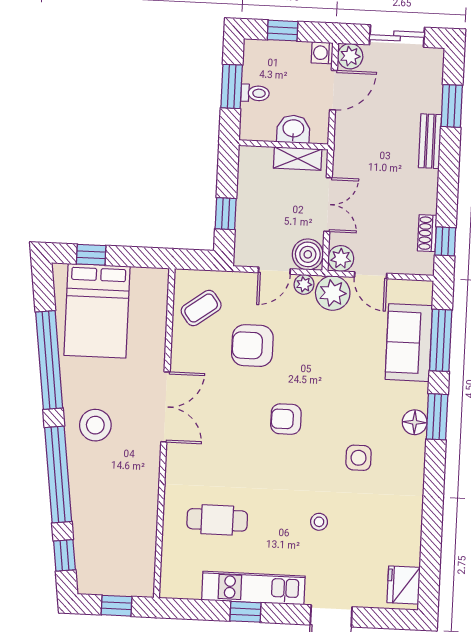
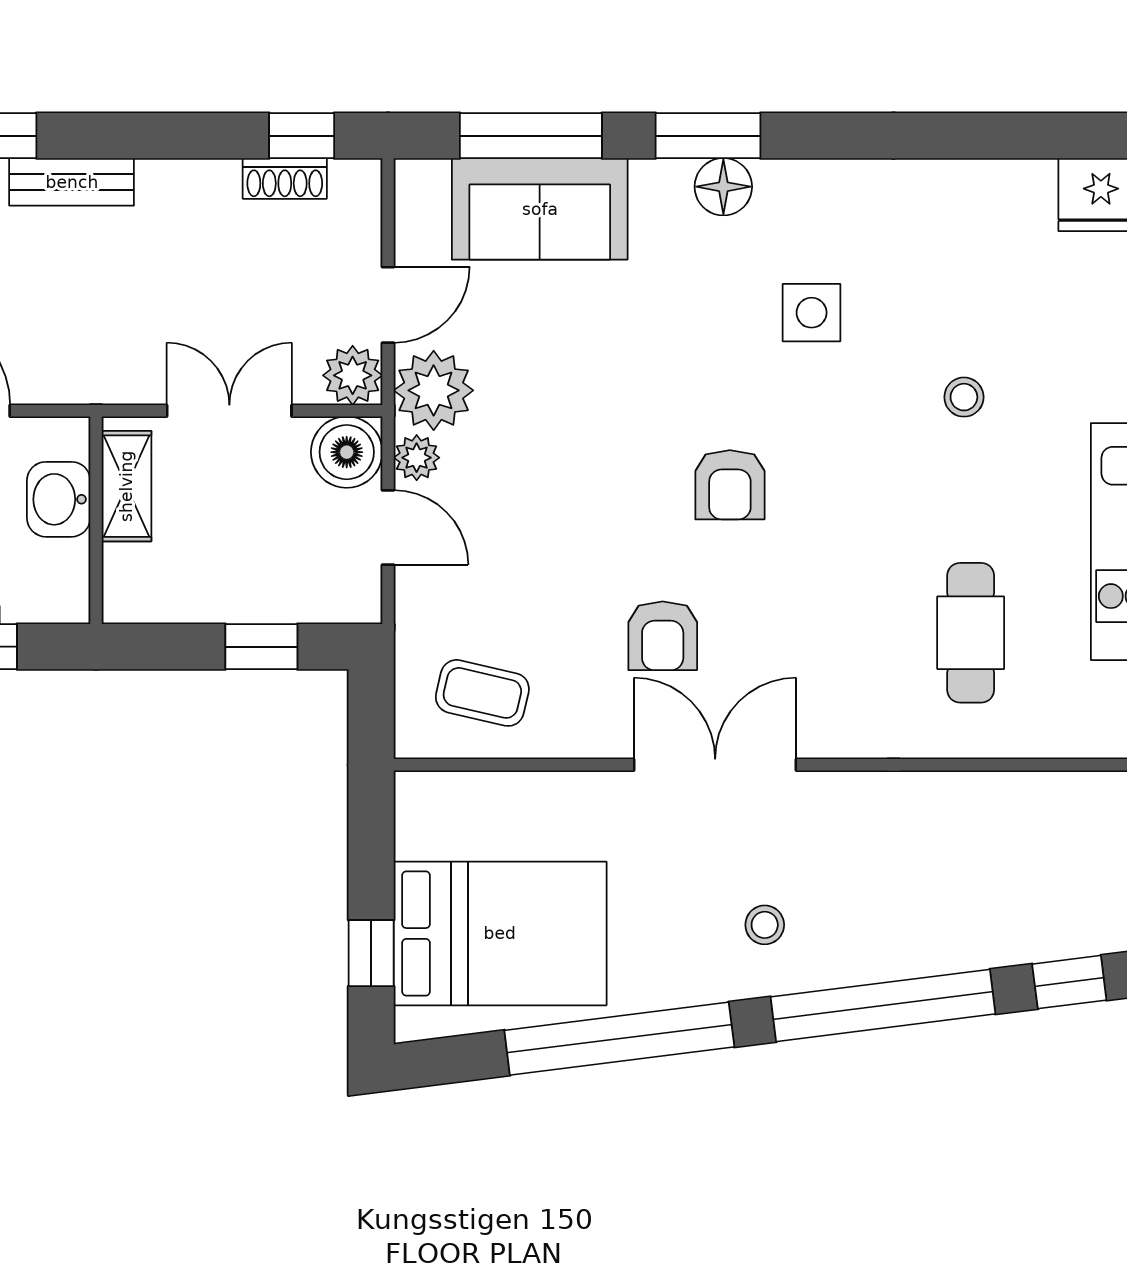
coffee table: (201, 308) -> (482, 693), turned -41
armchair: (252, 346) -> (663, 636), moved, width x0.72, depth x0.72
stool: (95, 425) -> (765, 925), width x0.53, depth x0.53

